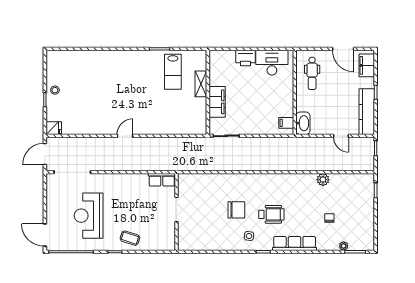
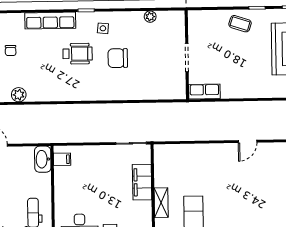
wheelchair: (271, 214) -> (78, 54), turned 180
plant: (208, 245) -> (150, 17), added

